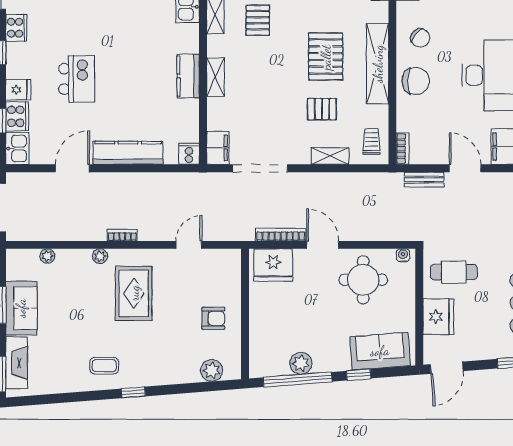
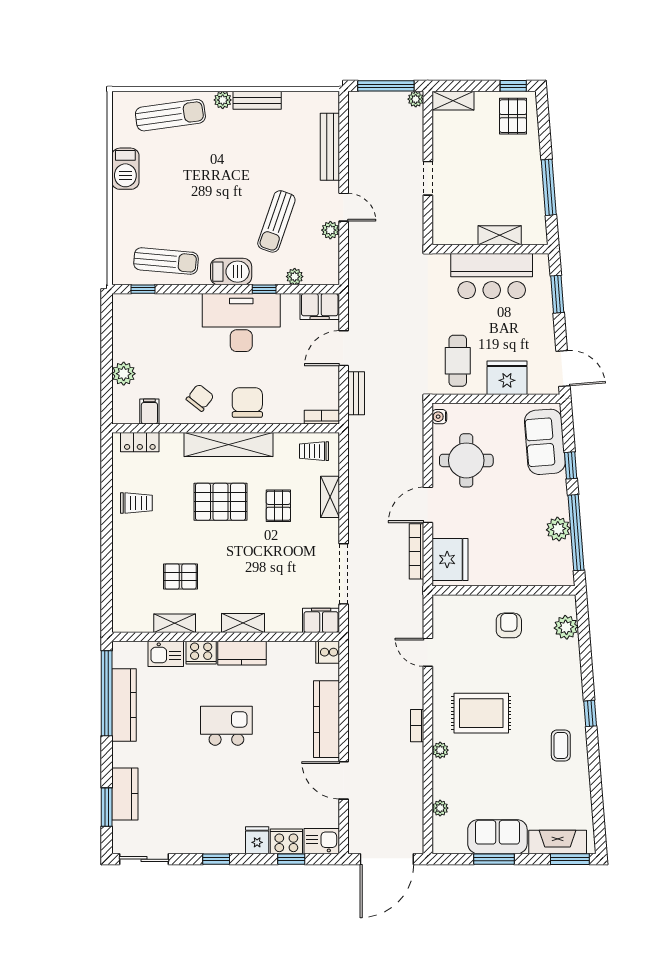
cooker: (16, 28) -> (201, 653), moved, turned 180
kitchen island: (77, 79) -> (226, 726), moved

